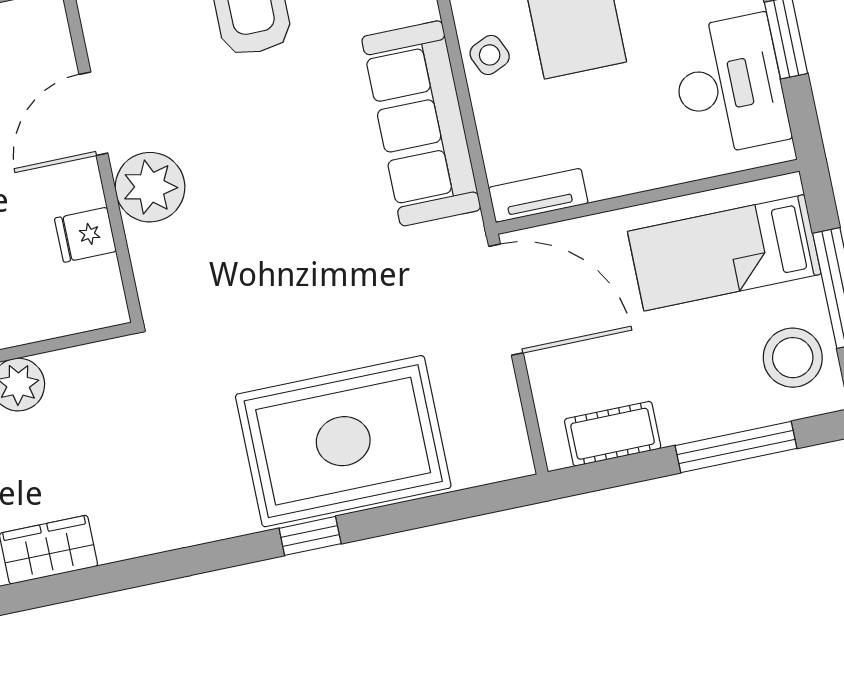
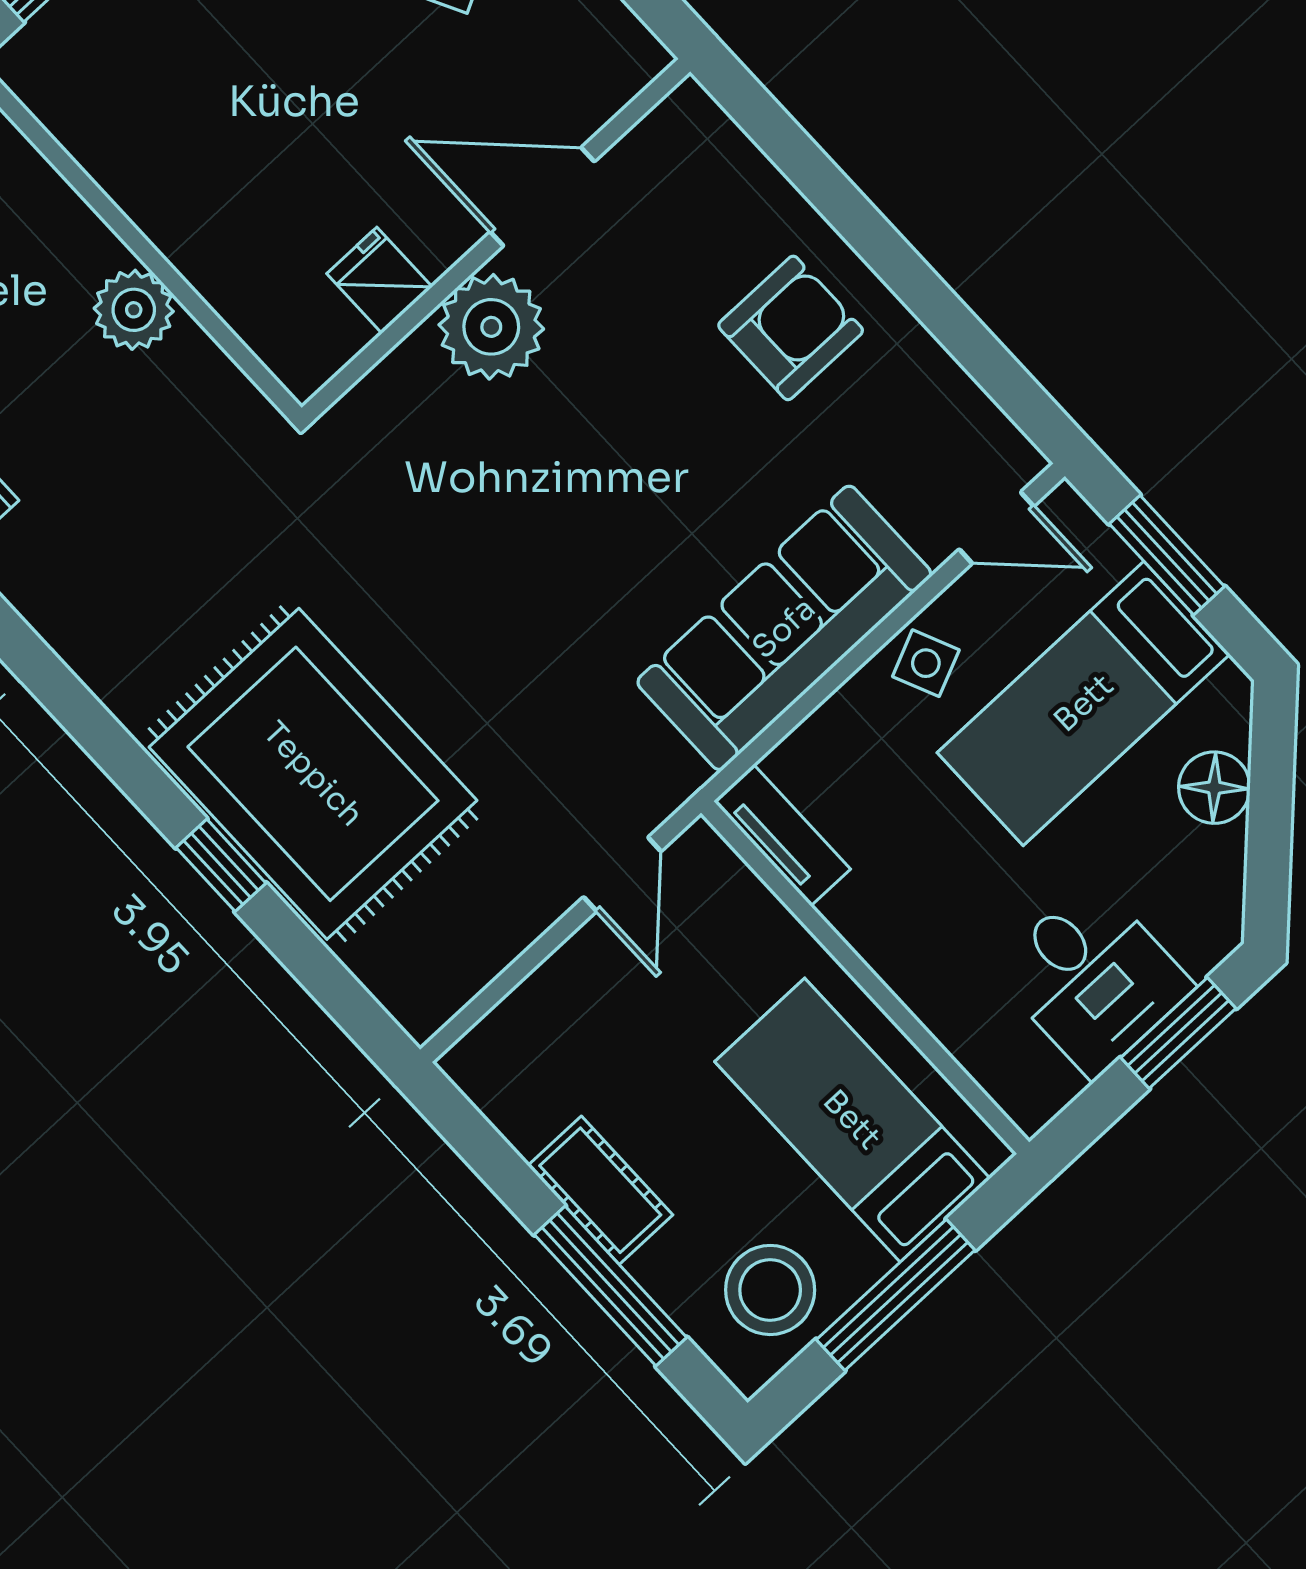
desk: (730, 85) -> (1093, 978), width x0.73
door: (506, 300) -> (622, 874), width x0.53
cot: (613, 434) -> (600, 1190), moved
window: (310, 536) -> (221, 865), moved

